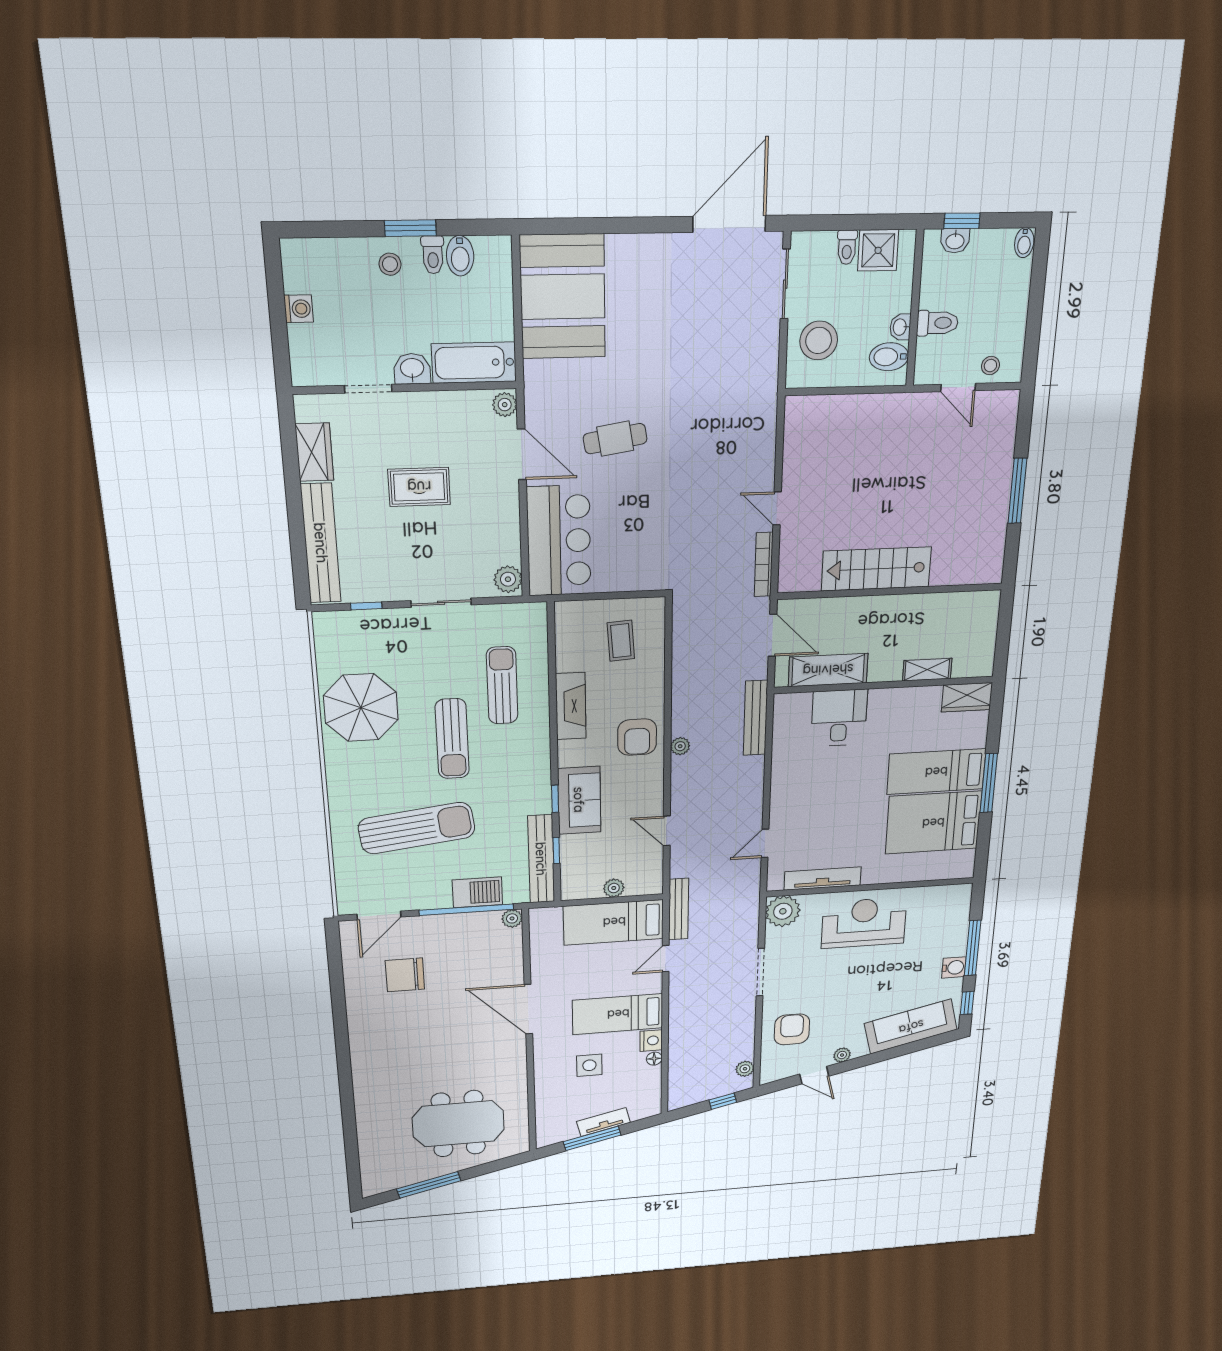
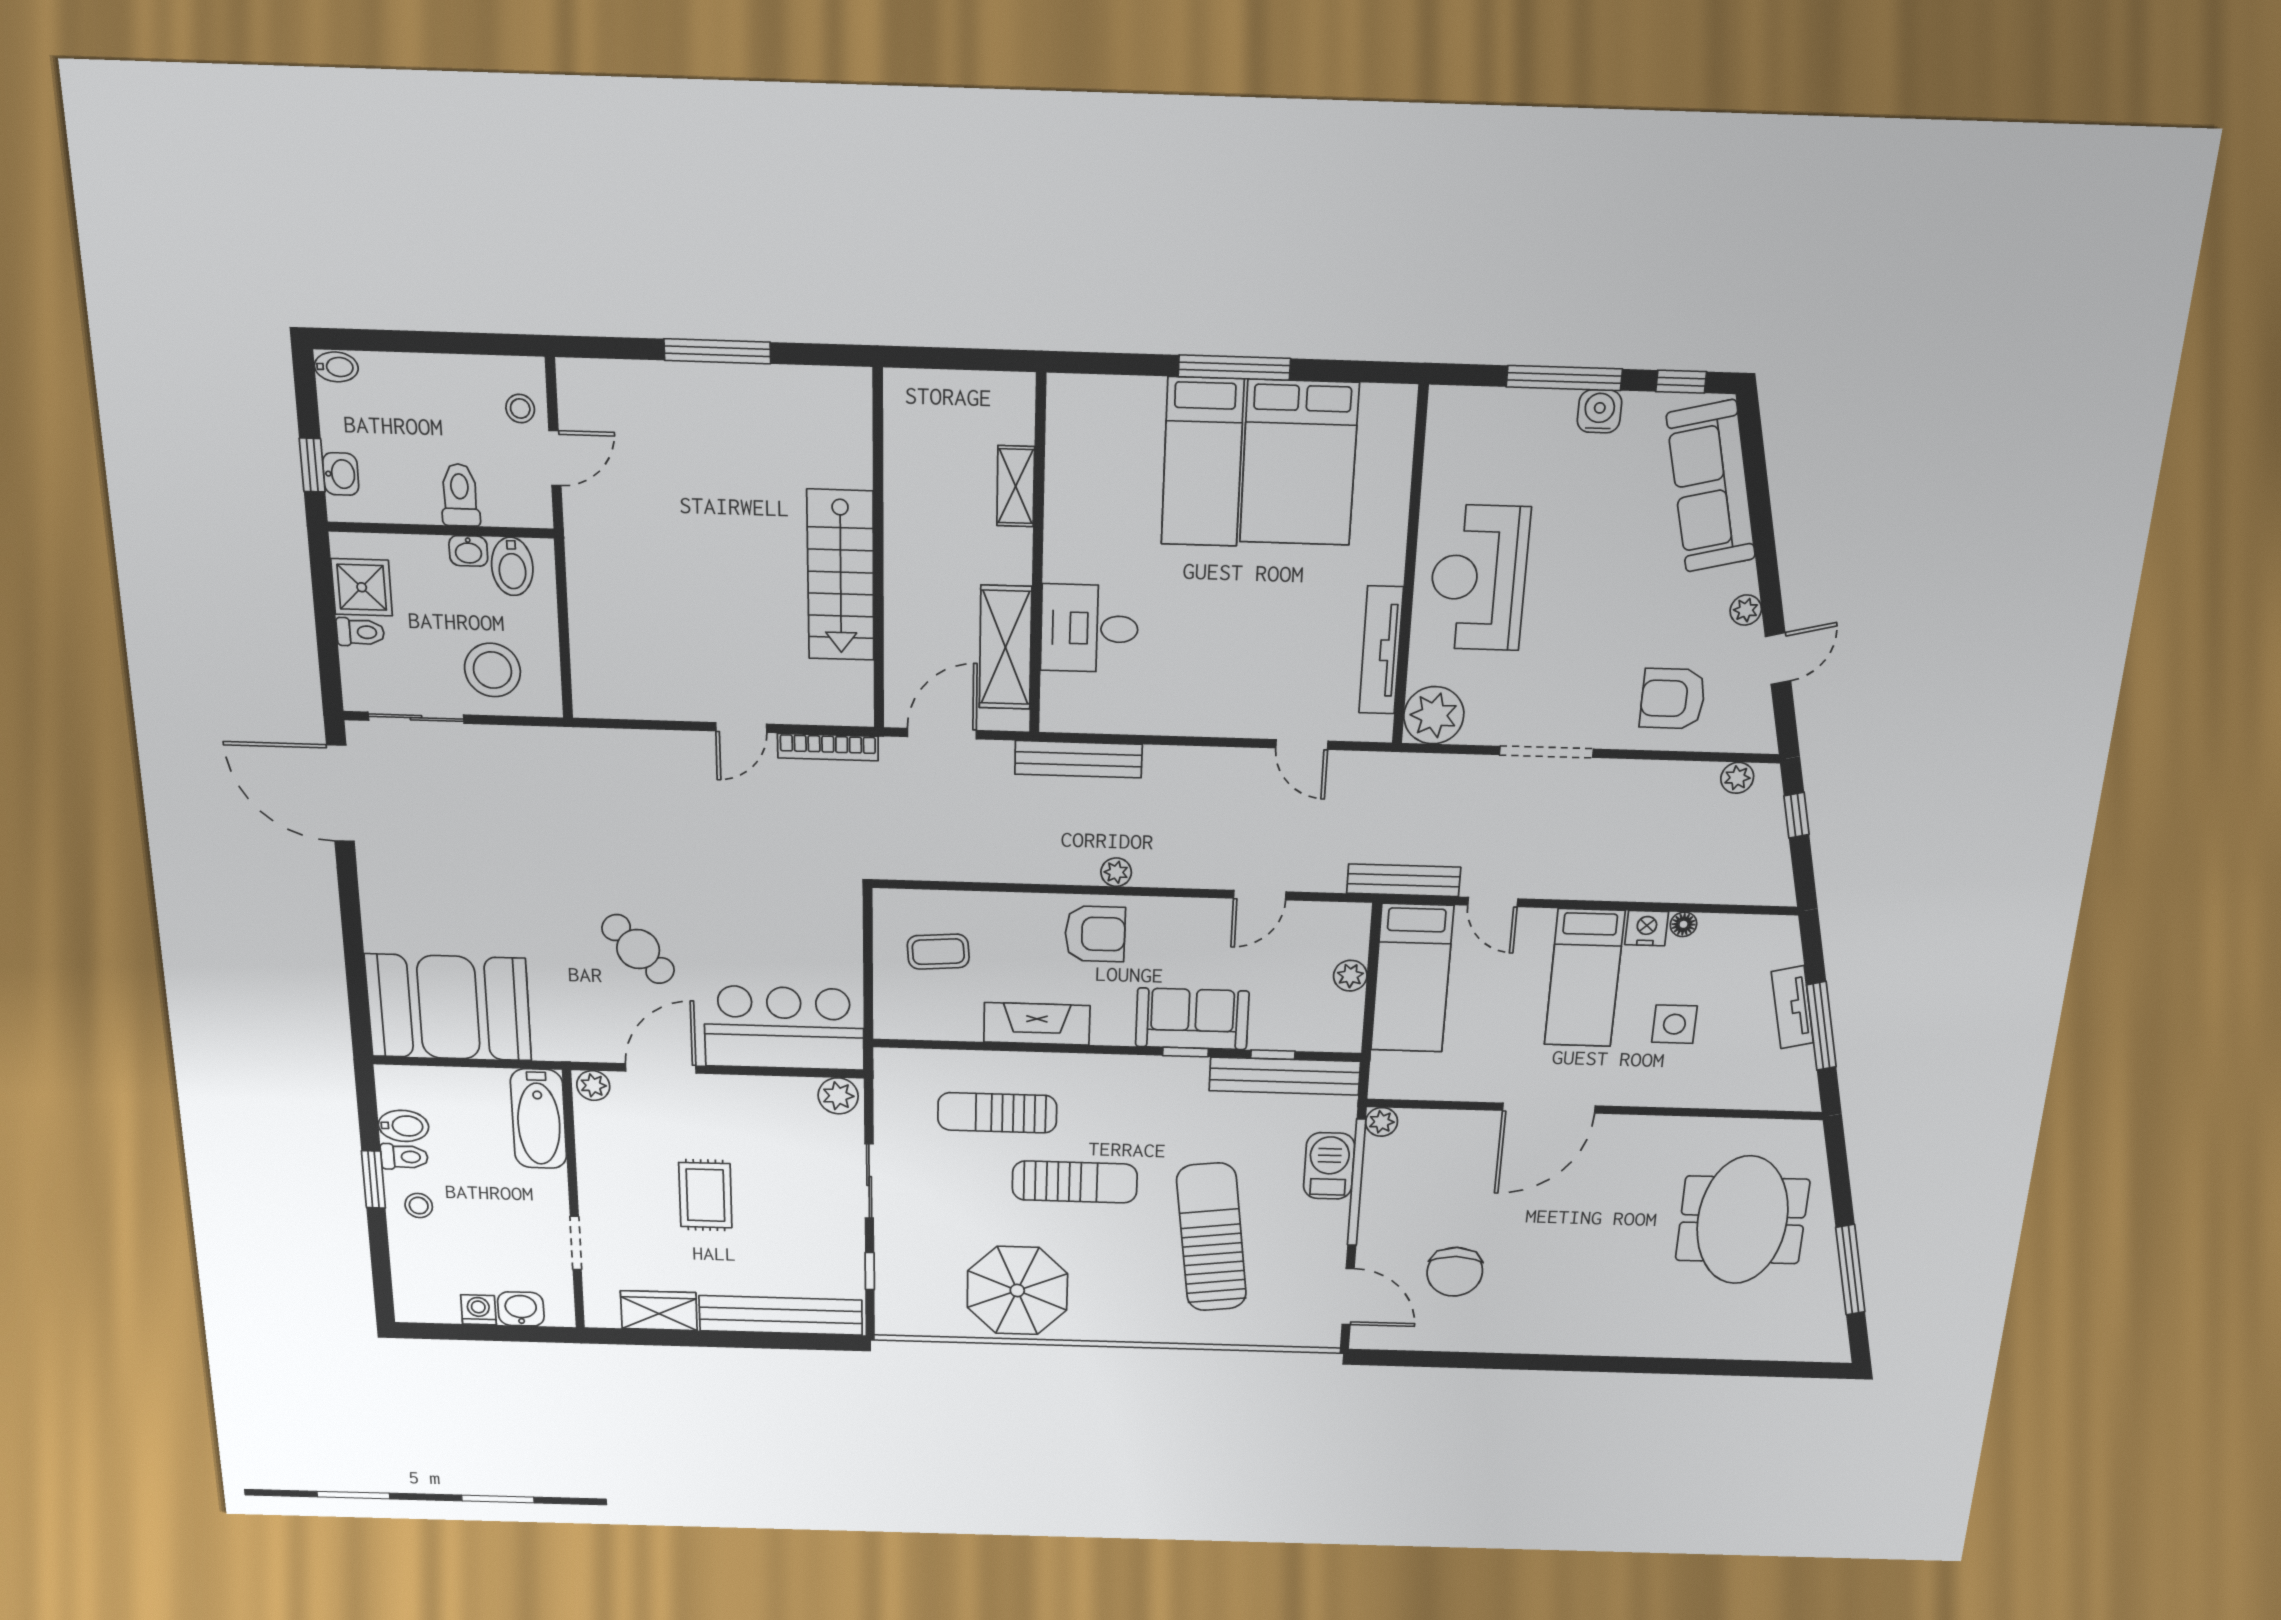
washbasin: (412, 369) -> (521, 1309), moved, turned 90
cafe table: (615, 439) -> (638, 949), turned -34
wardrobe: (967, 697) -> (1070, 416), removed

